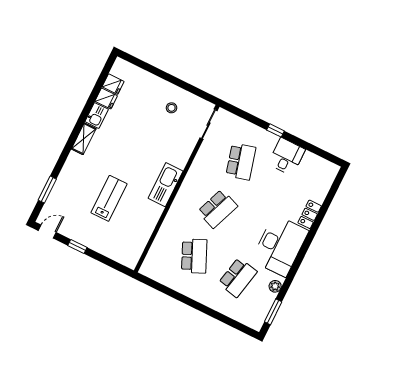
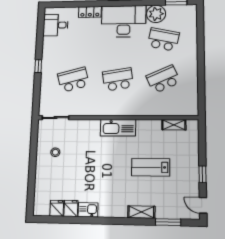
shelving: (84, 139) -> (141, 212), moved
desk: (287, 157) -> (56, 25), moved
school desk: (218, 209) -> (118, 79), turned -30
shelving: (141, 243) -> (174, 125), added
plant: (275, 286) -> (156, 14), width x1.88, depth x1.88

